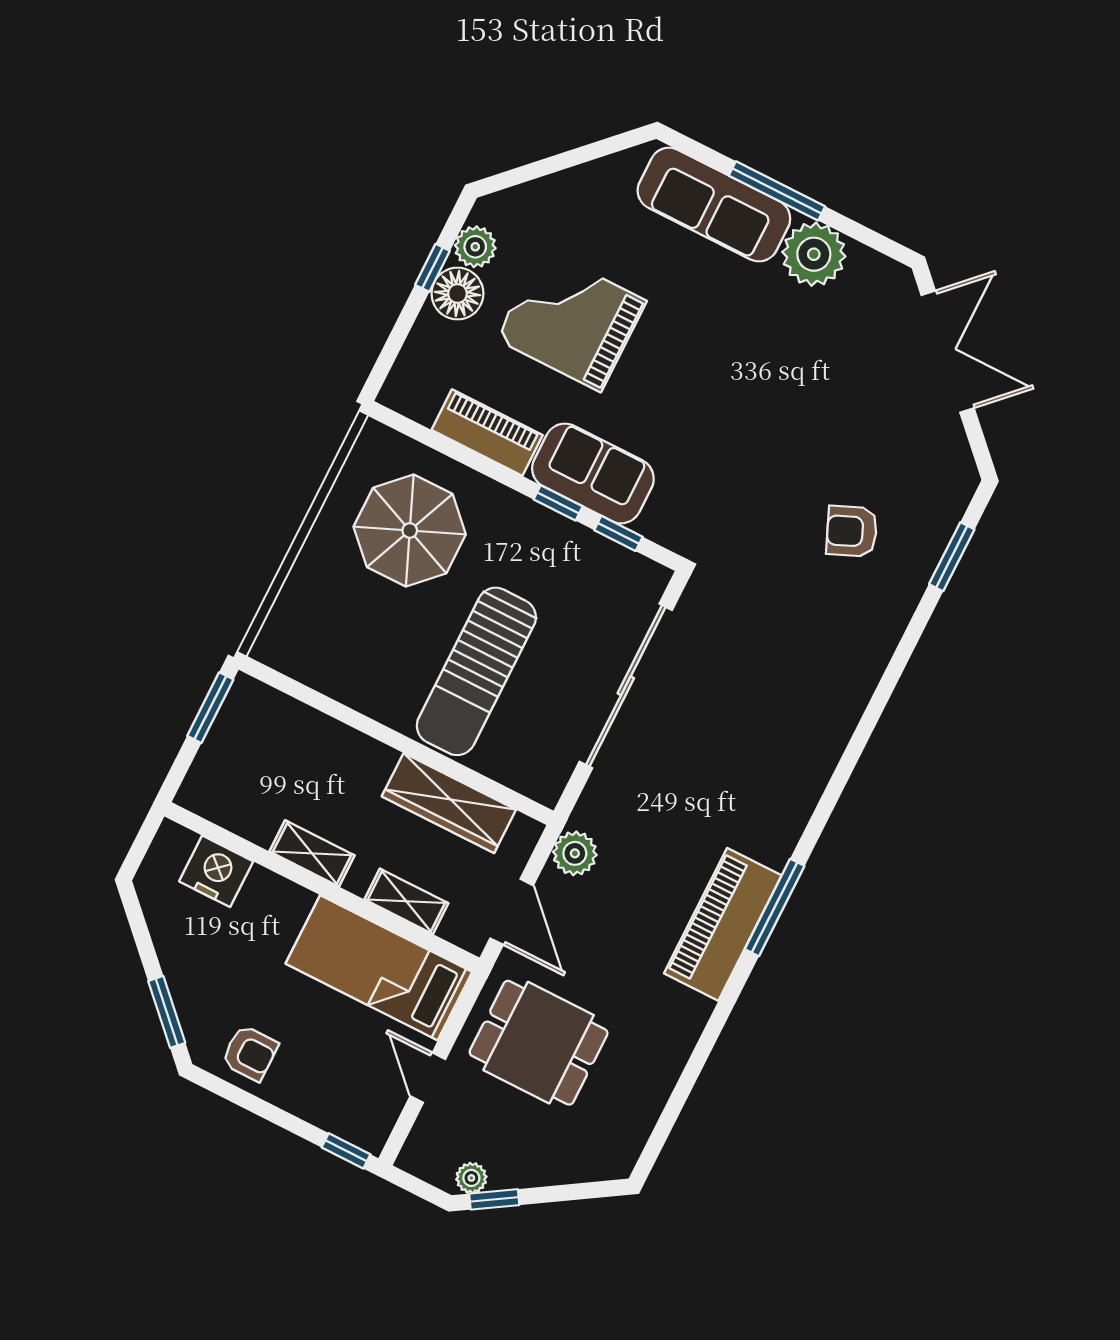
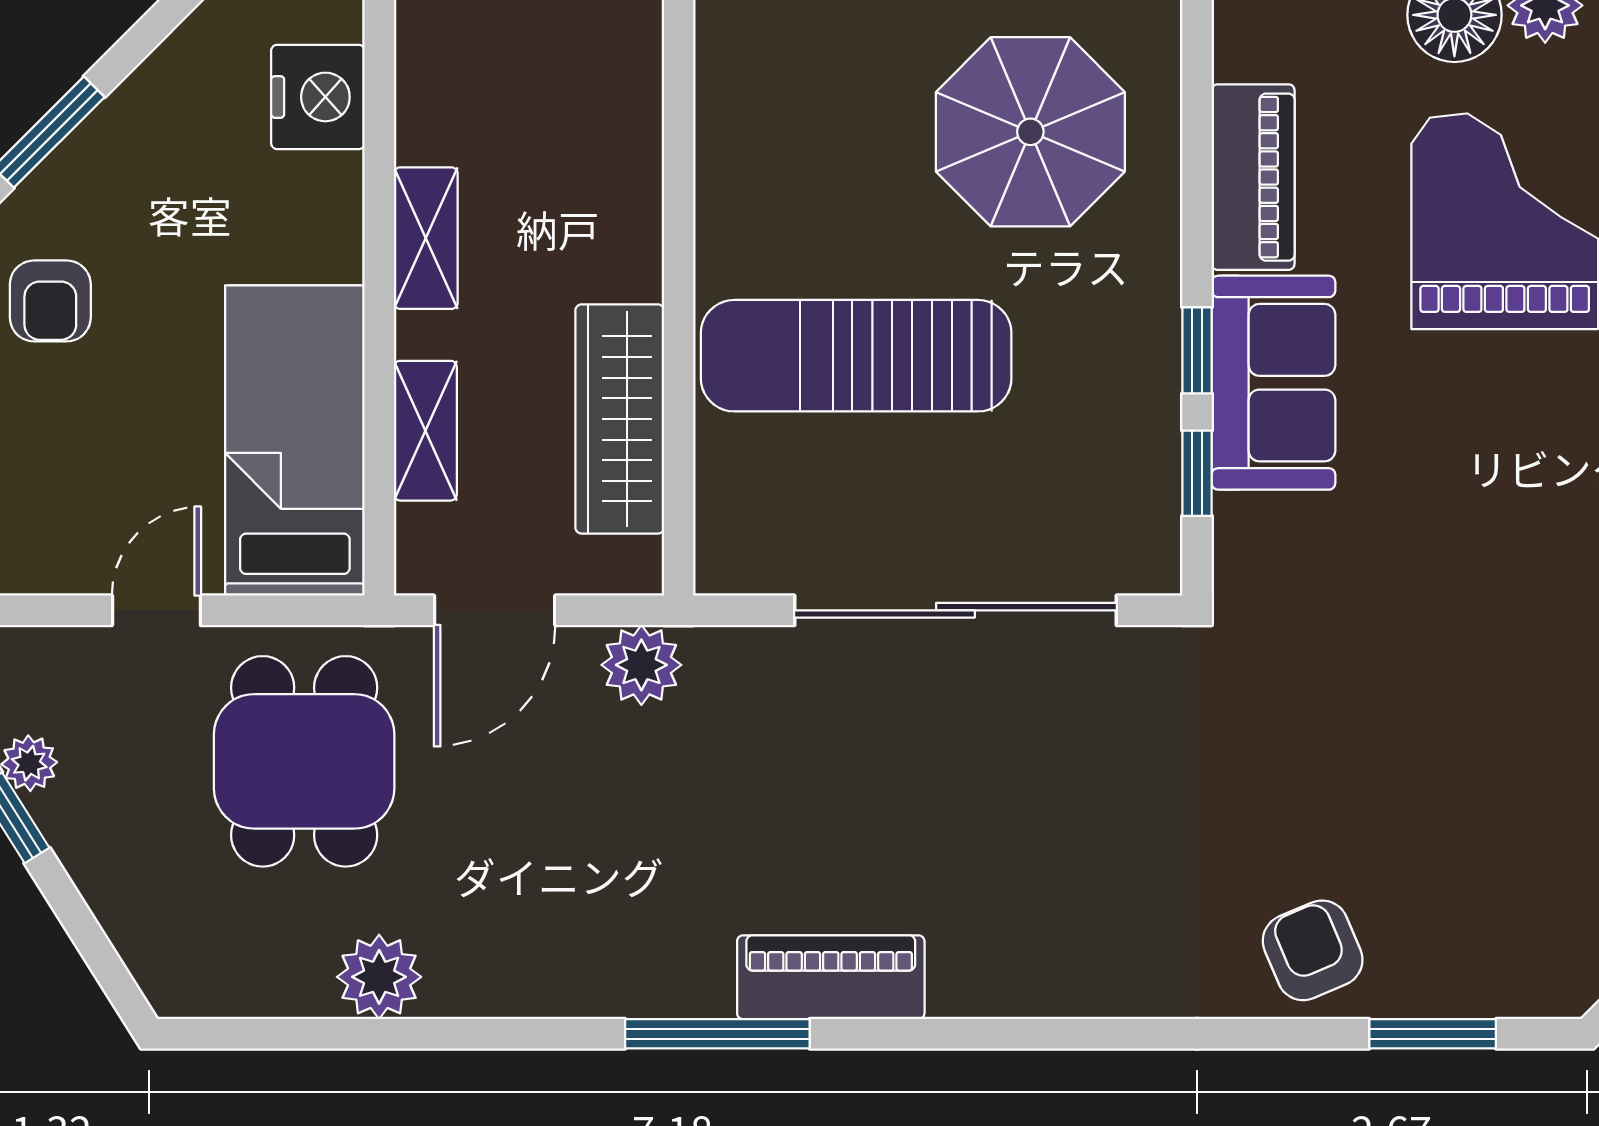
armchair: (852, 531) -> (1313, 950), moved
piano: (723, 924) -> (831, 977), moved, width x0.73, depth x0.75
plant: (663, 1059) -> (379, 977), added

